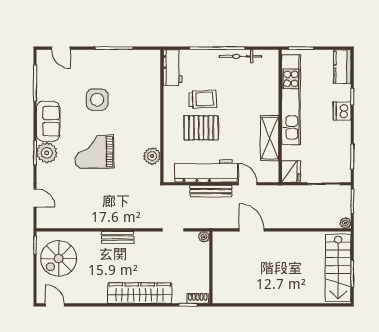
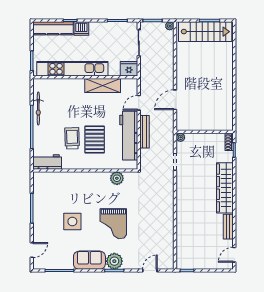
kitchen counter: (342, 67) -> (53, 28), width x1.50
bench: (118, 237) -> (228, 227), moved
spiral stairs: (59, 258) -> (198, 252), removed

